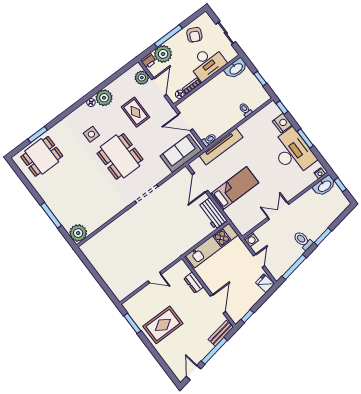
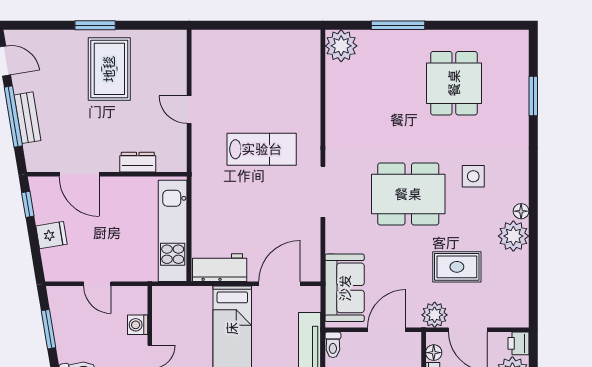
plant: (142, 78) -> (435, 315), moved
dining table: (42, 156) -> (454, 83), moved
door: (200, 183) -> (279, 284), hinge flipped
lab bench: (148, 234) -> (262, 149), added
washing machine: (251, 239) -> (138, 325), moved
window: (294, 267) -> (48, 329), width x0.69
door: (155, 278) -> (189, 110), hinge flipped
fridge: (265, 283) -> (51, 235), moved
window: (132, 323) -> (95, 25), moved
bench: (221, 333) -> (28, 118), moved

